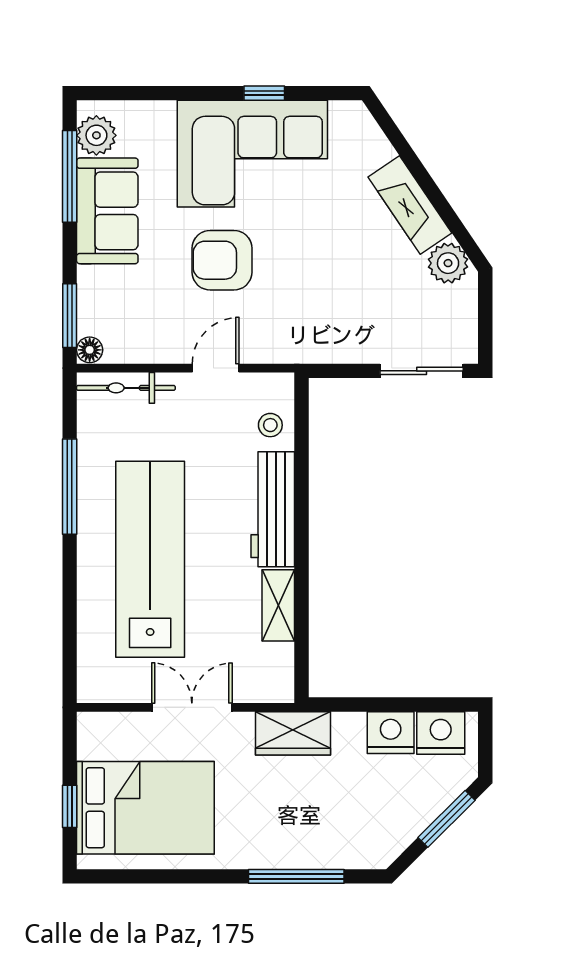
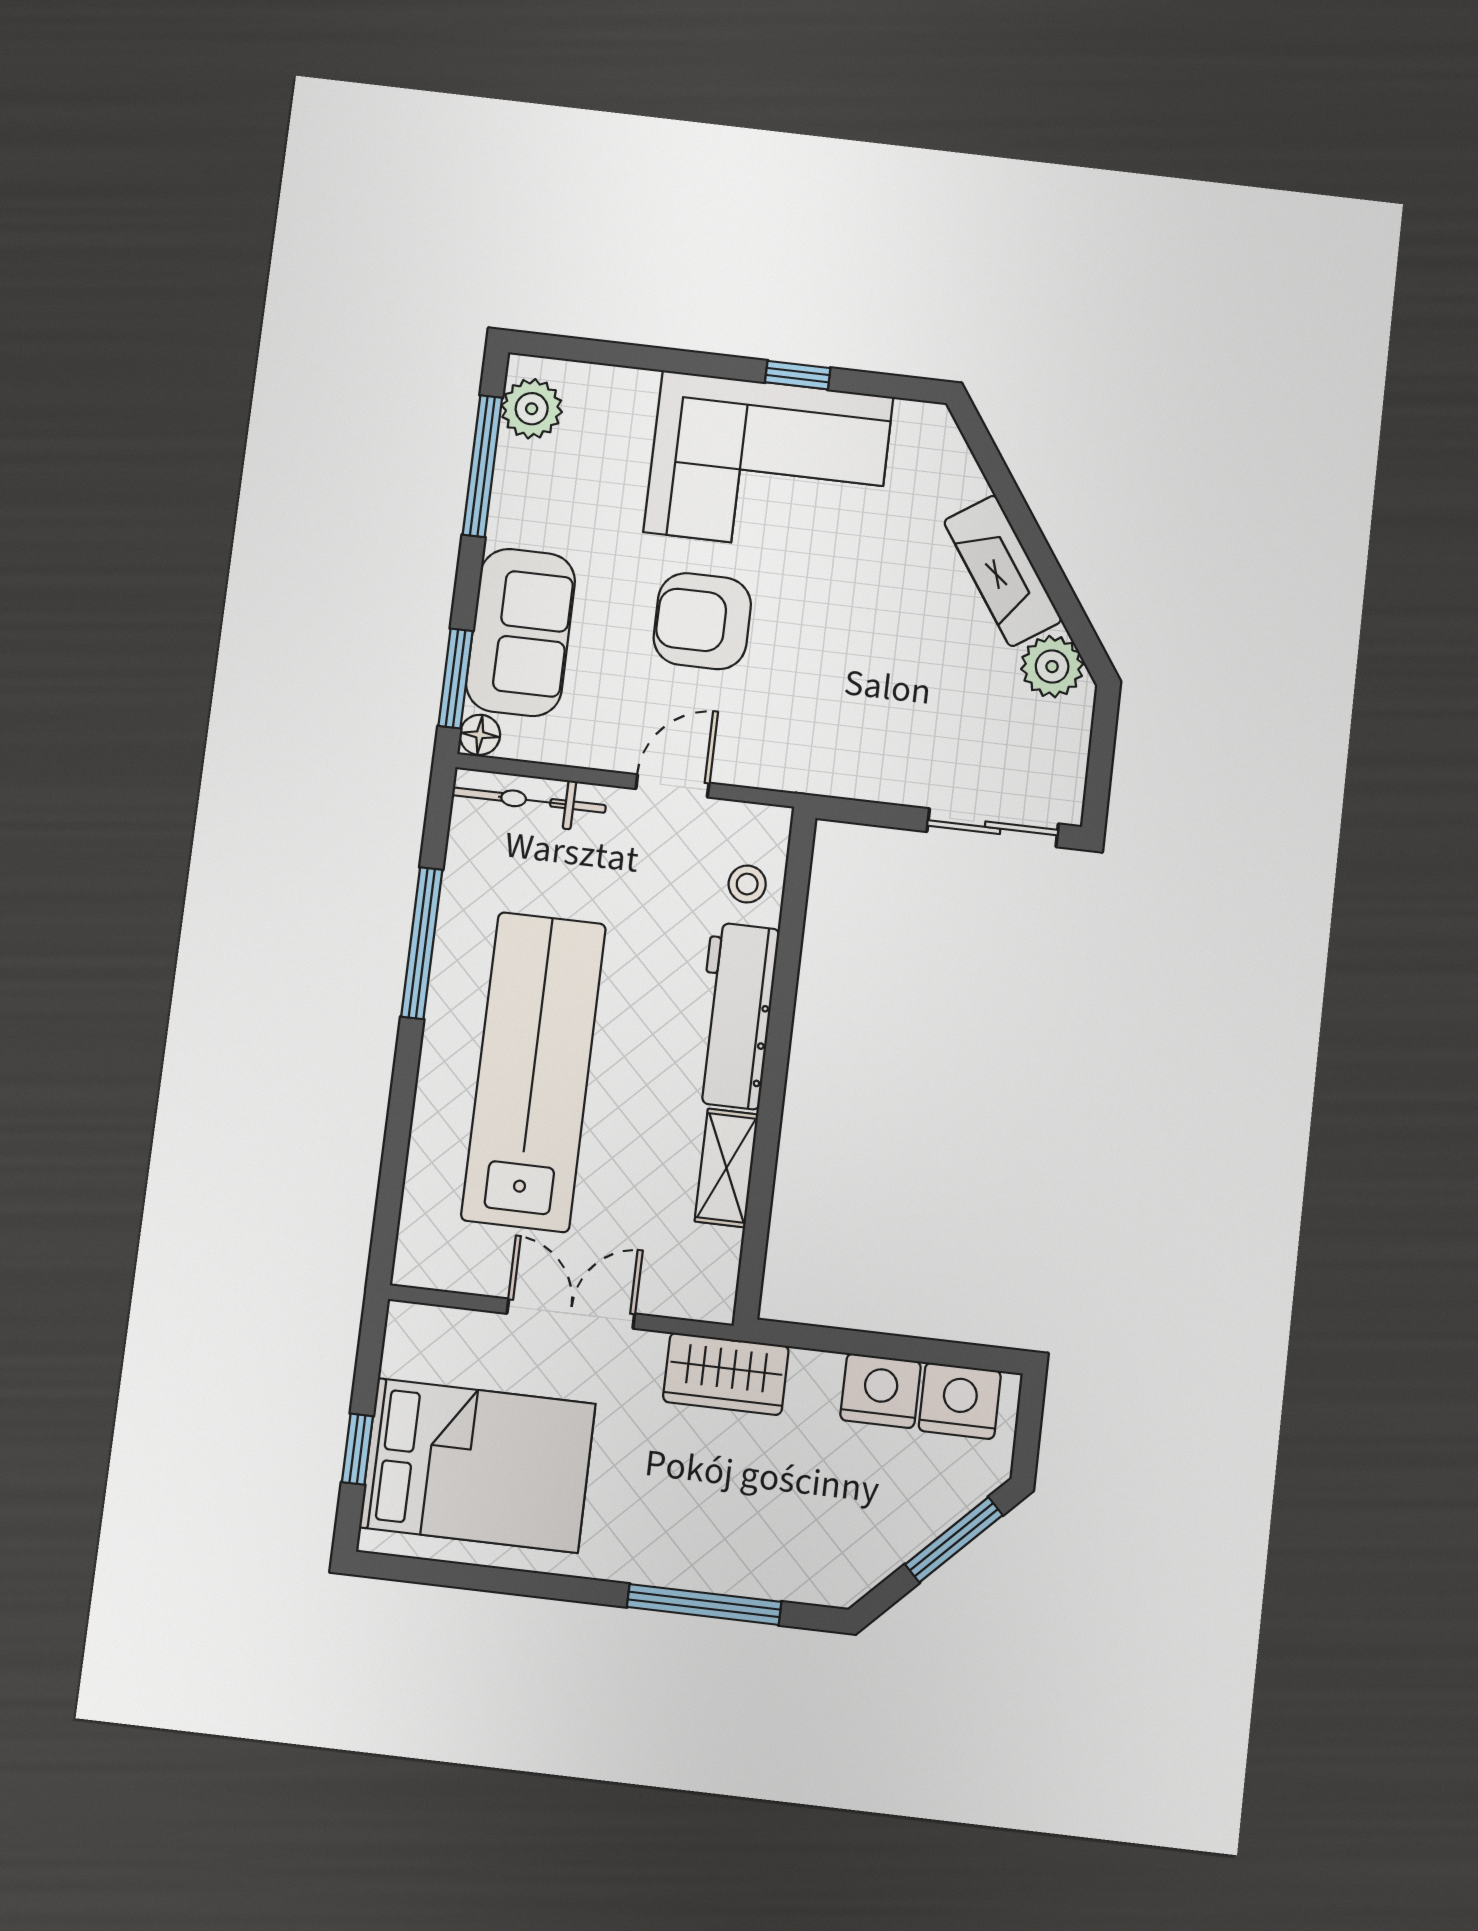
sofa: (107, 211) -> (521, 632), moved

